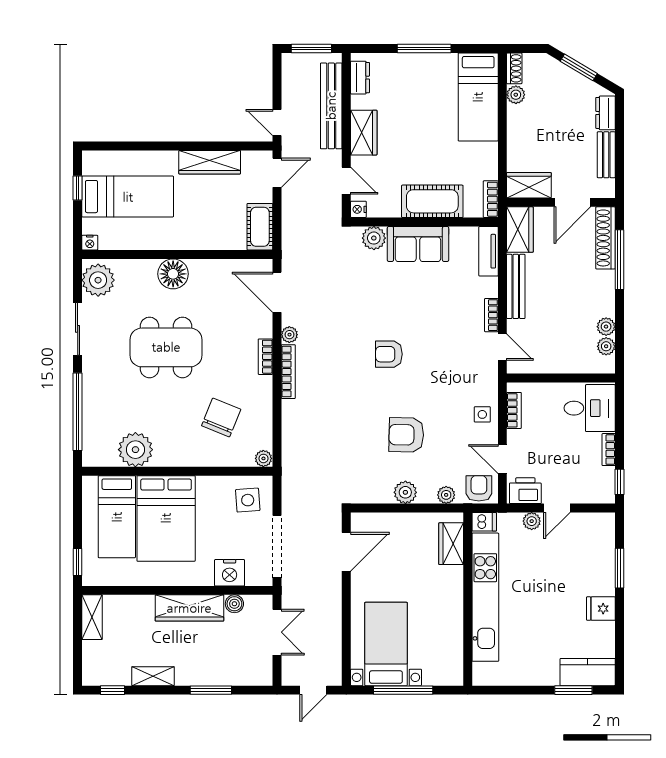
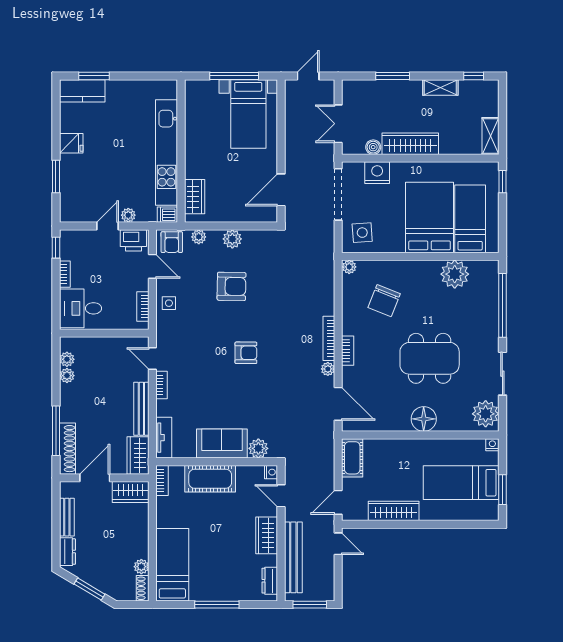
window: (78, 188) -> (502, 490), width x1.50

